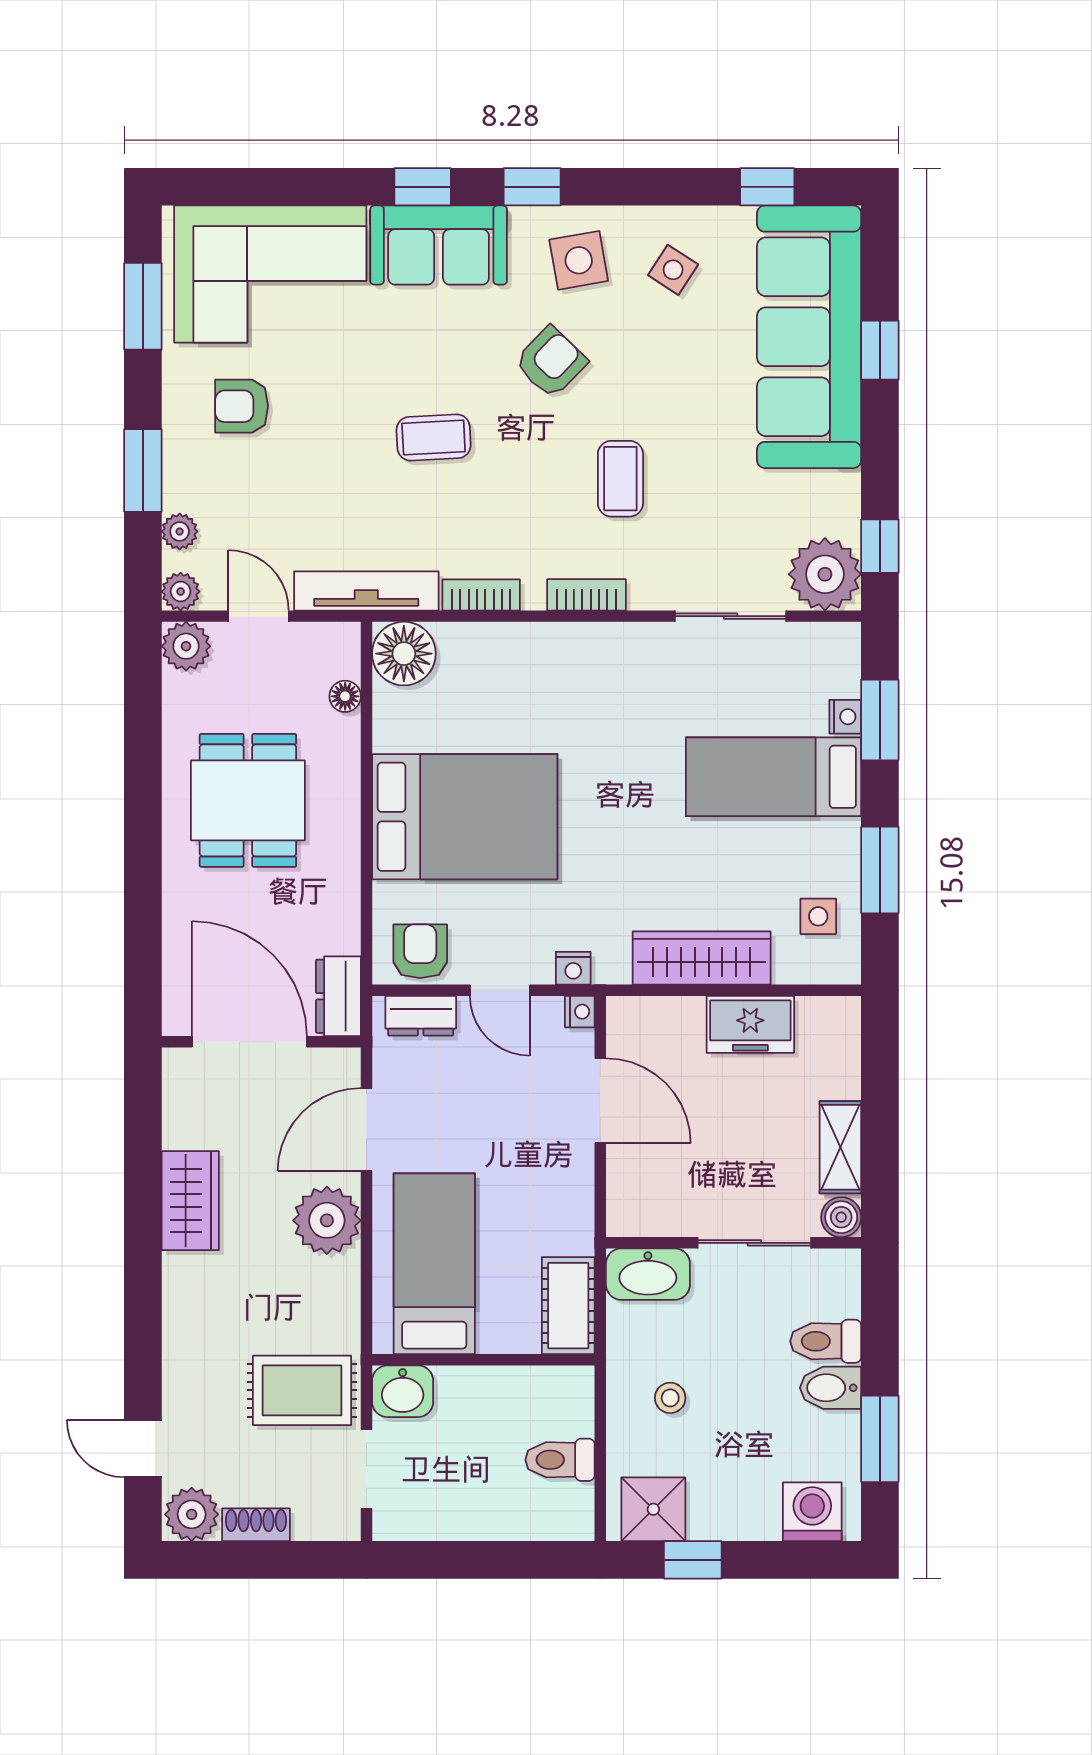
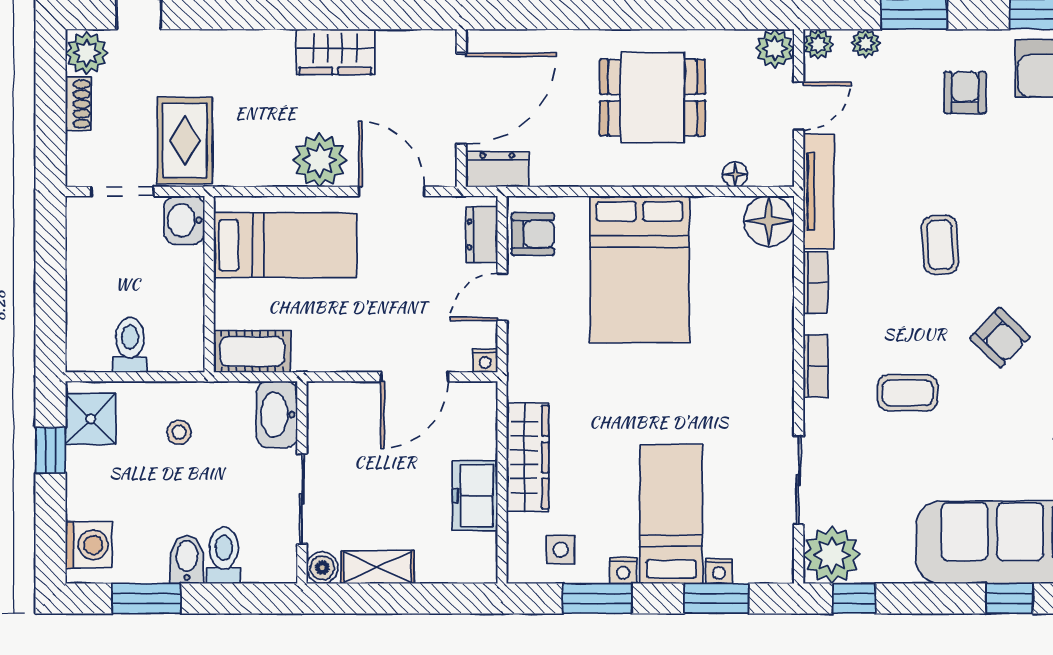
nightstand: (573, 968) -> (623, 571), moved, turned -90

